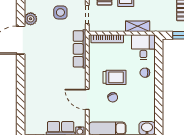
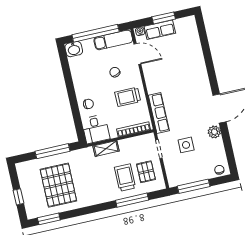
trolley: (114, 77) -> (128, 97), moved
door: (87, 99) -> (137, 54), moved

